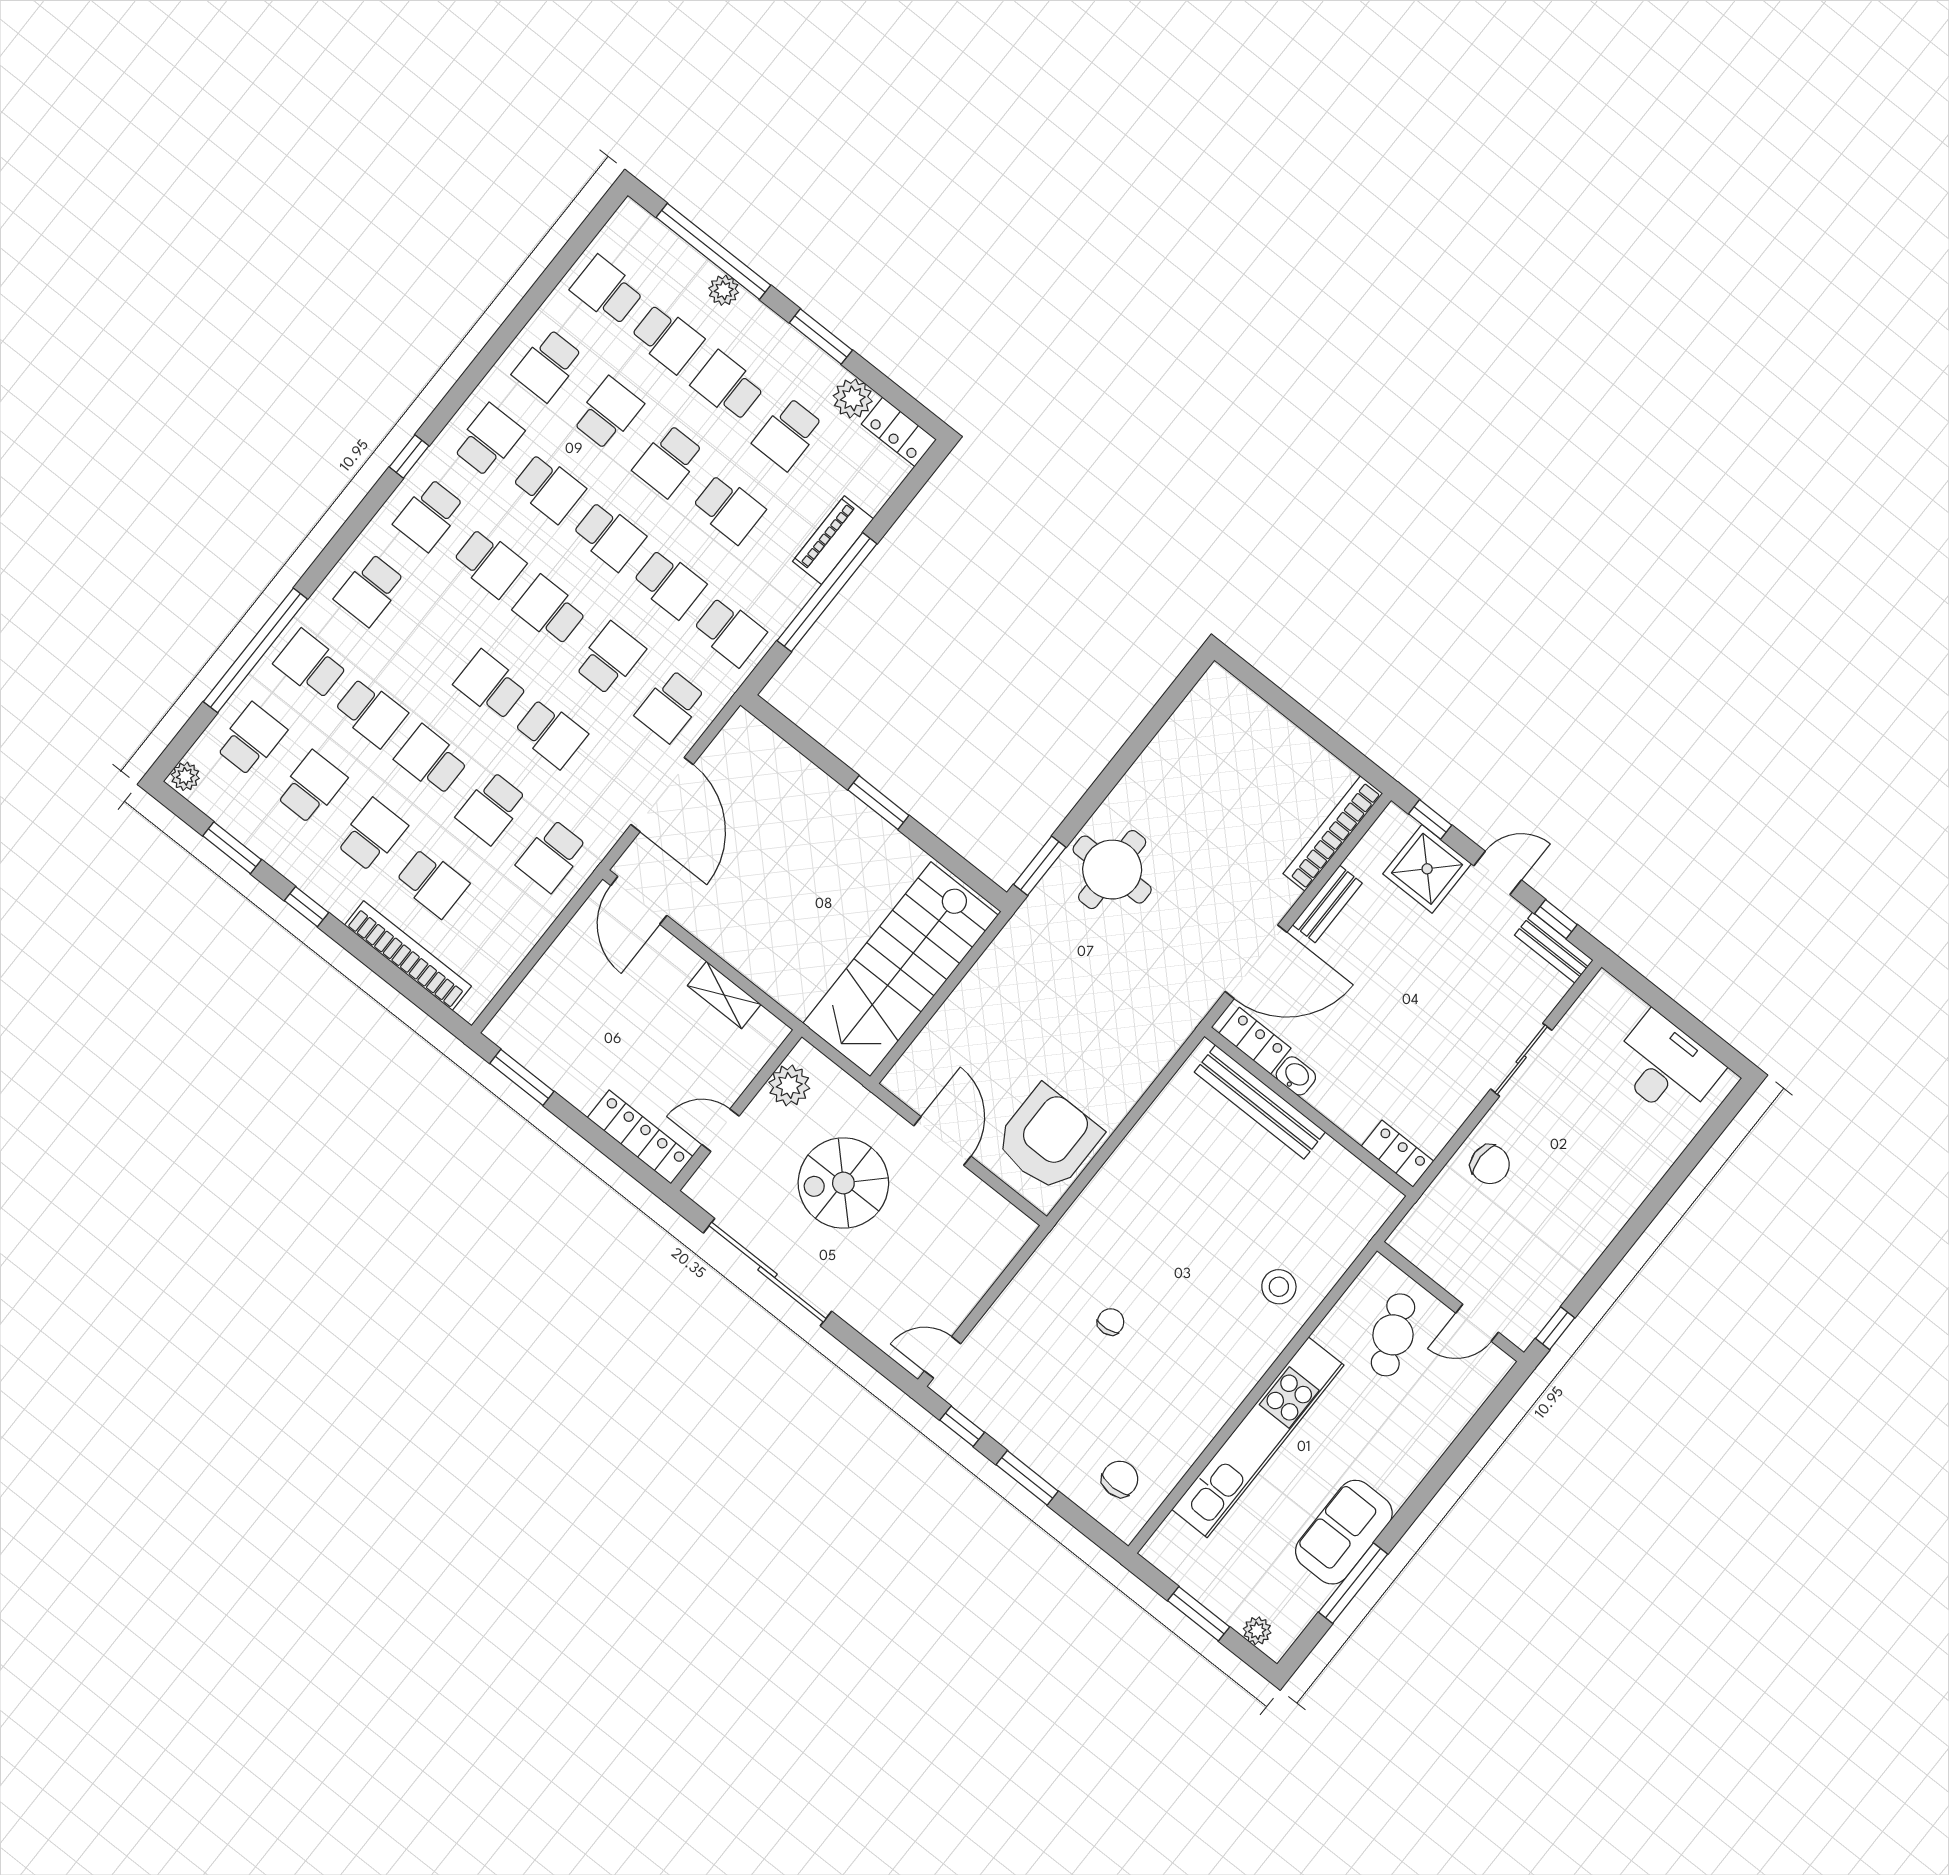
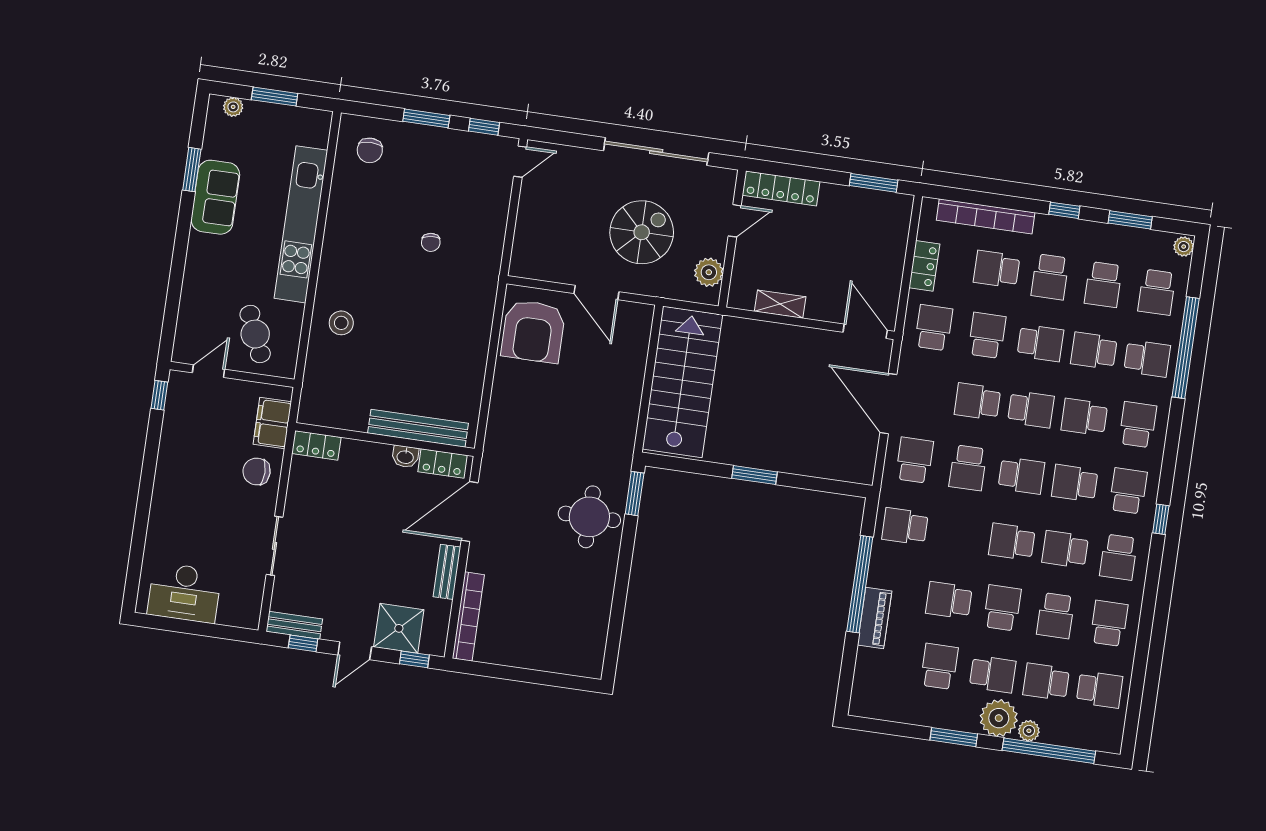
plant: (853, 398) -> (999, 718), moved, width x1.36, depth x1.36
locker: (899, 432) -> (924, 266), moved, turned 90
school desk: (669, 584) -> (1084, 417), moved
filing cabinet: (1436, 1213) -> (272, 423), added
window: (1353, 1583) -> (192, 170), width x0.69

